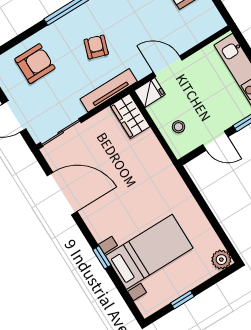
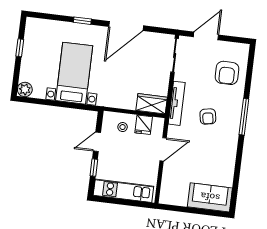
armchair: (96, 47) -> (208, 117), turned 62
fridge: (150, 93) -> (144, 125), moved
door: (62, 194) -> (126, 26), moved
bed with nightstands: (149, 252) -> (74, 73), moved, turned 180

